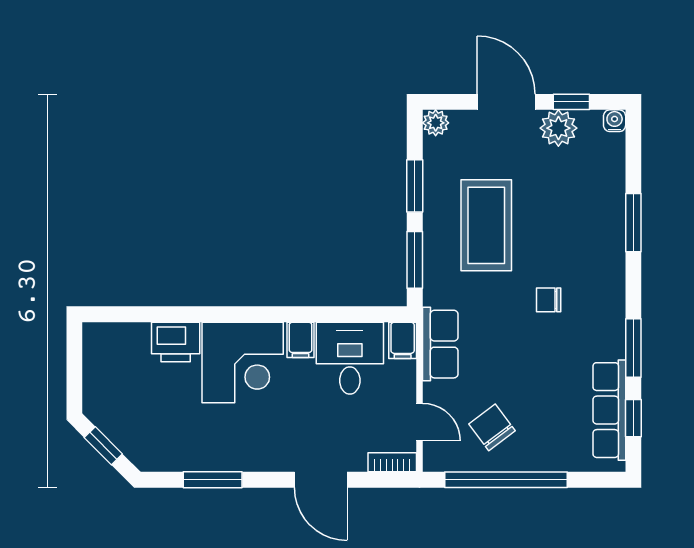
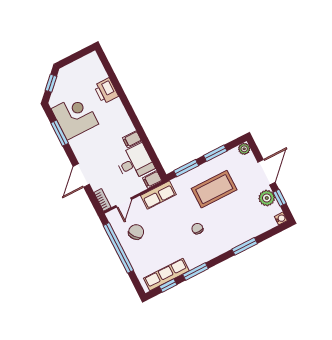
corner desk: (243, 362) -> (75, 116), moved, turned 180

